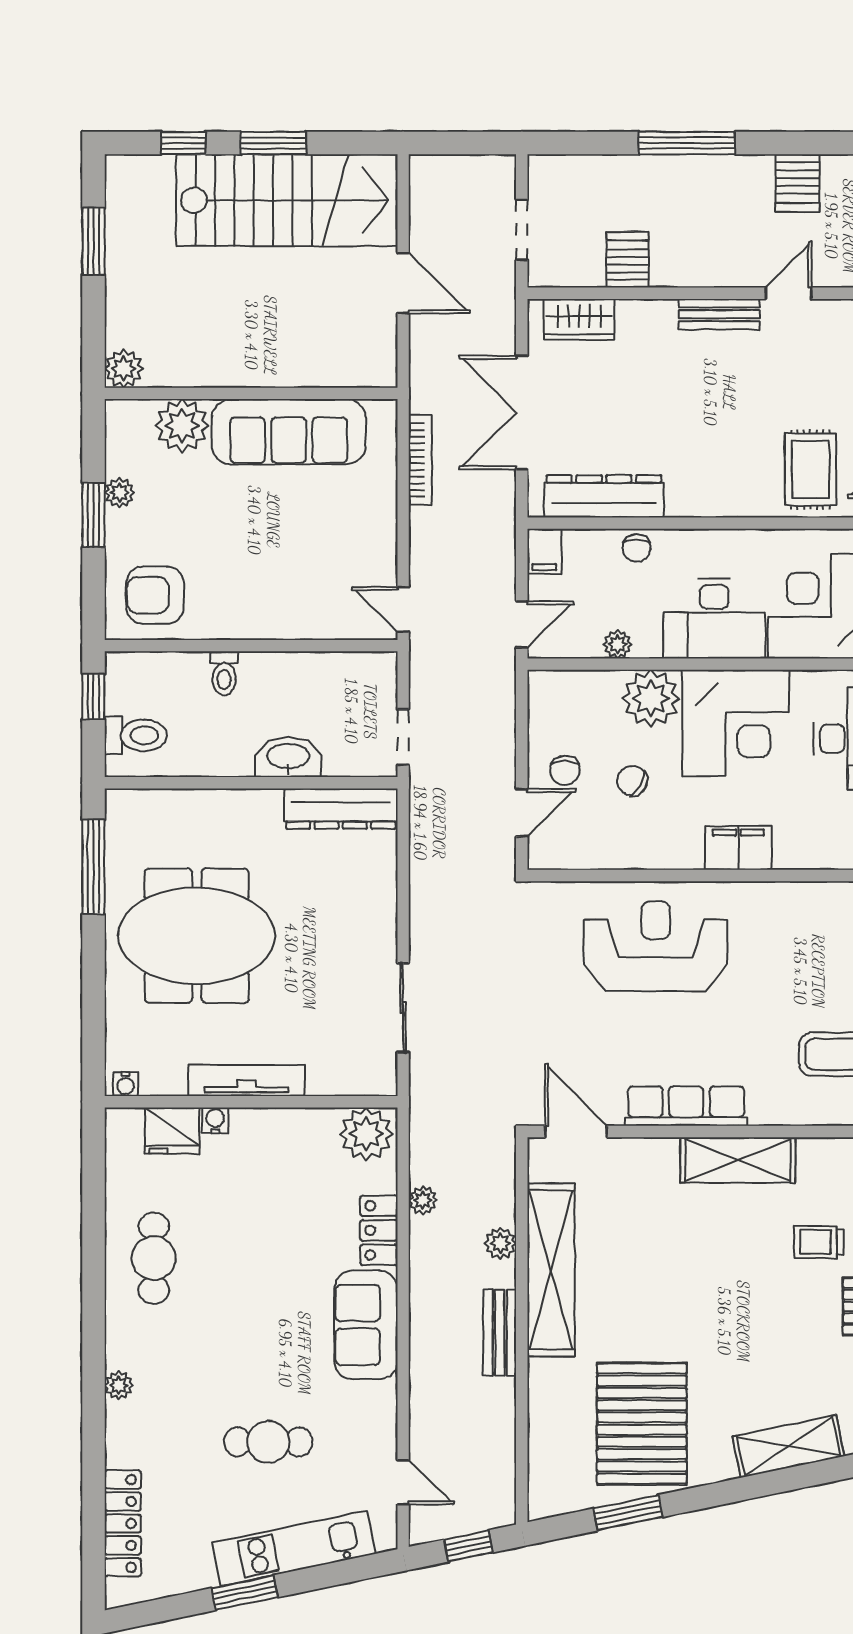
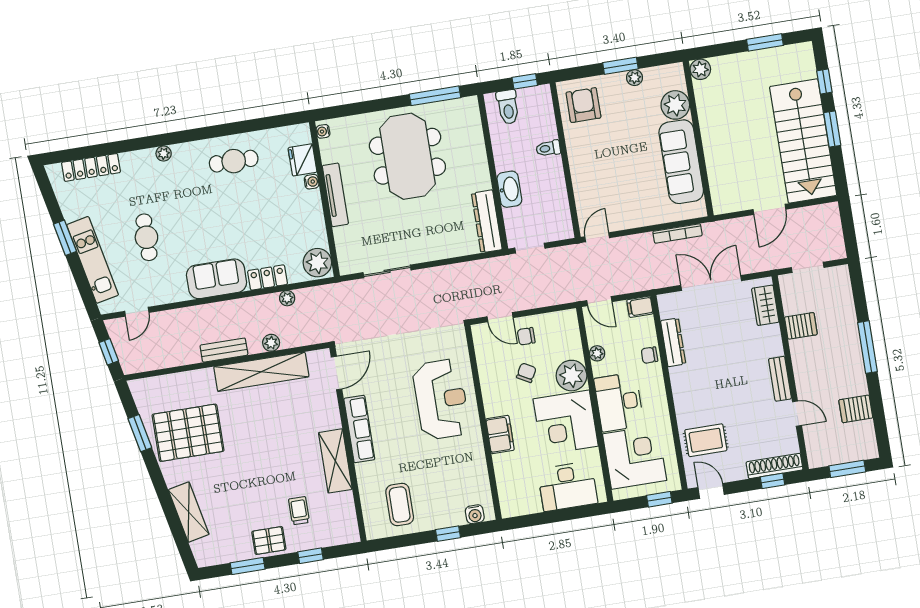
dresser: (604, 496) -> (673, 342), width x0.73, depth x0.80

